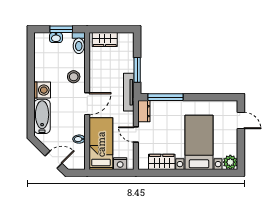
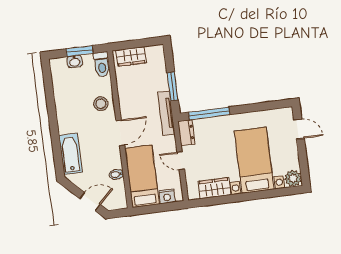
washing machine: (42, 90) -> (67, 124), removed

